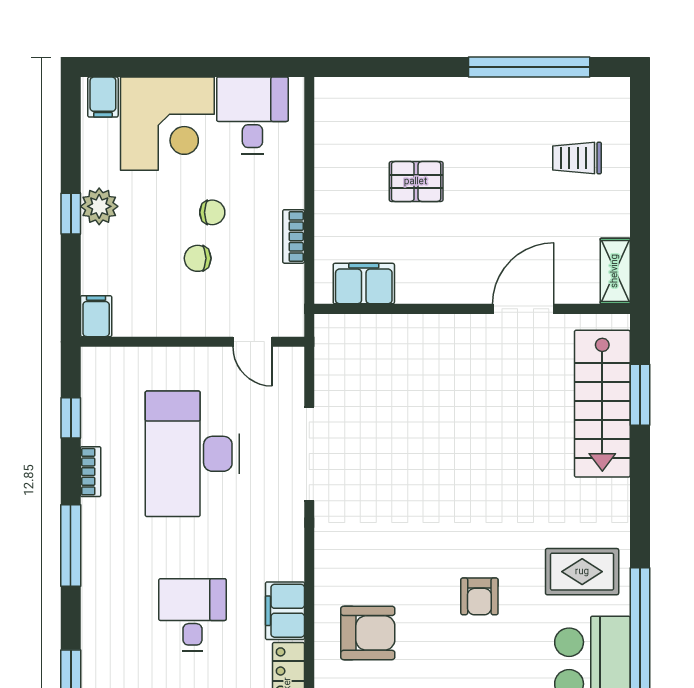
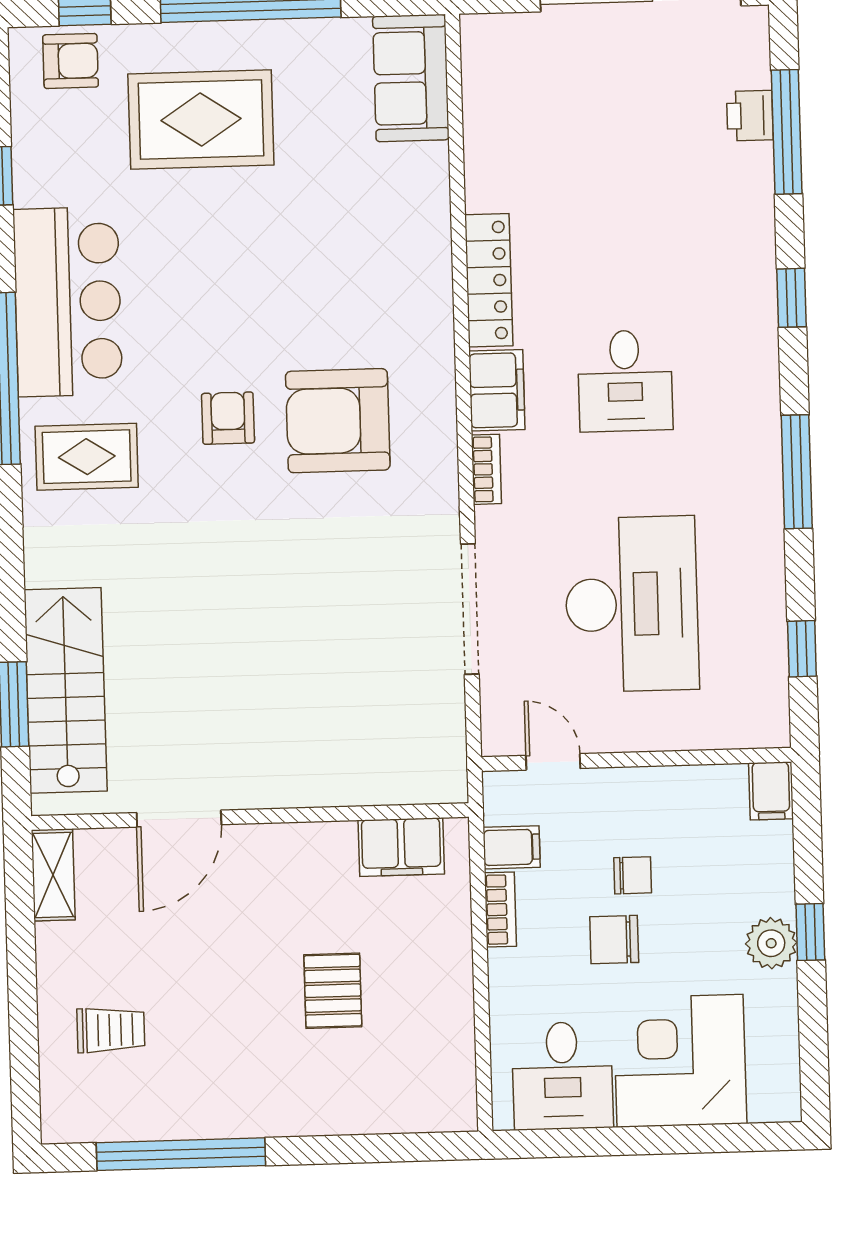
filing cabinet: (103, 97) -> (512, 847), moved, turned 90
pallet: (416, 182) -> (333, 991), turned 90
chair: (212, 212) -> (614, 940), width x1.37, depth x1.37
bookcase: (91, 472) -> (486, 469), moved, turned 180
armchair: (368, 633) -> (338, 421), moved, width x1.36, depth x1.36

